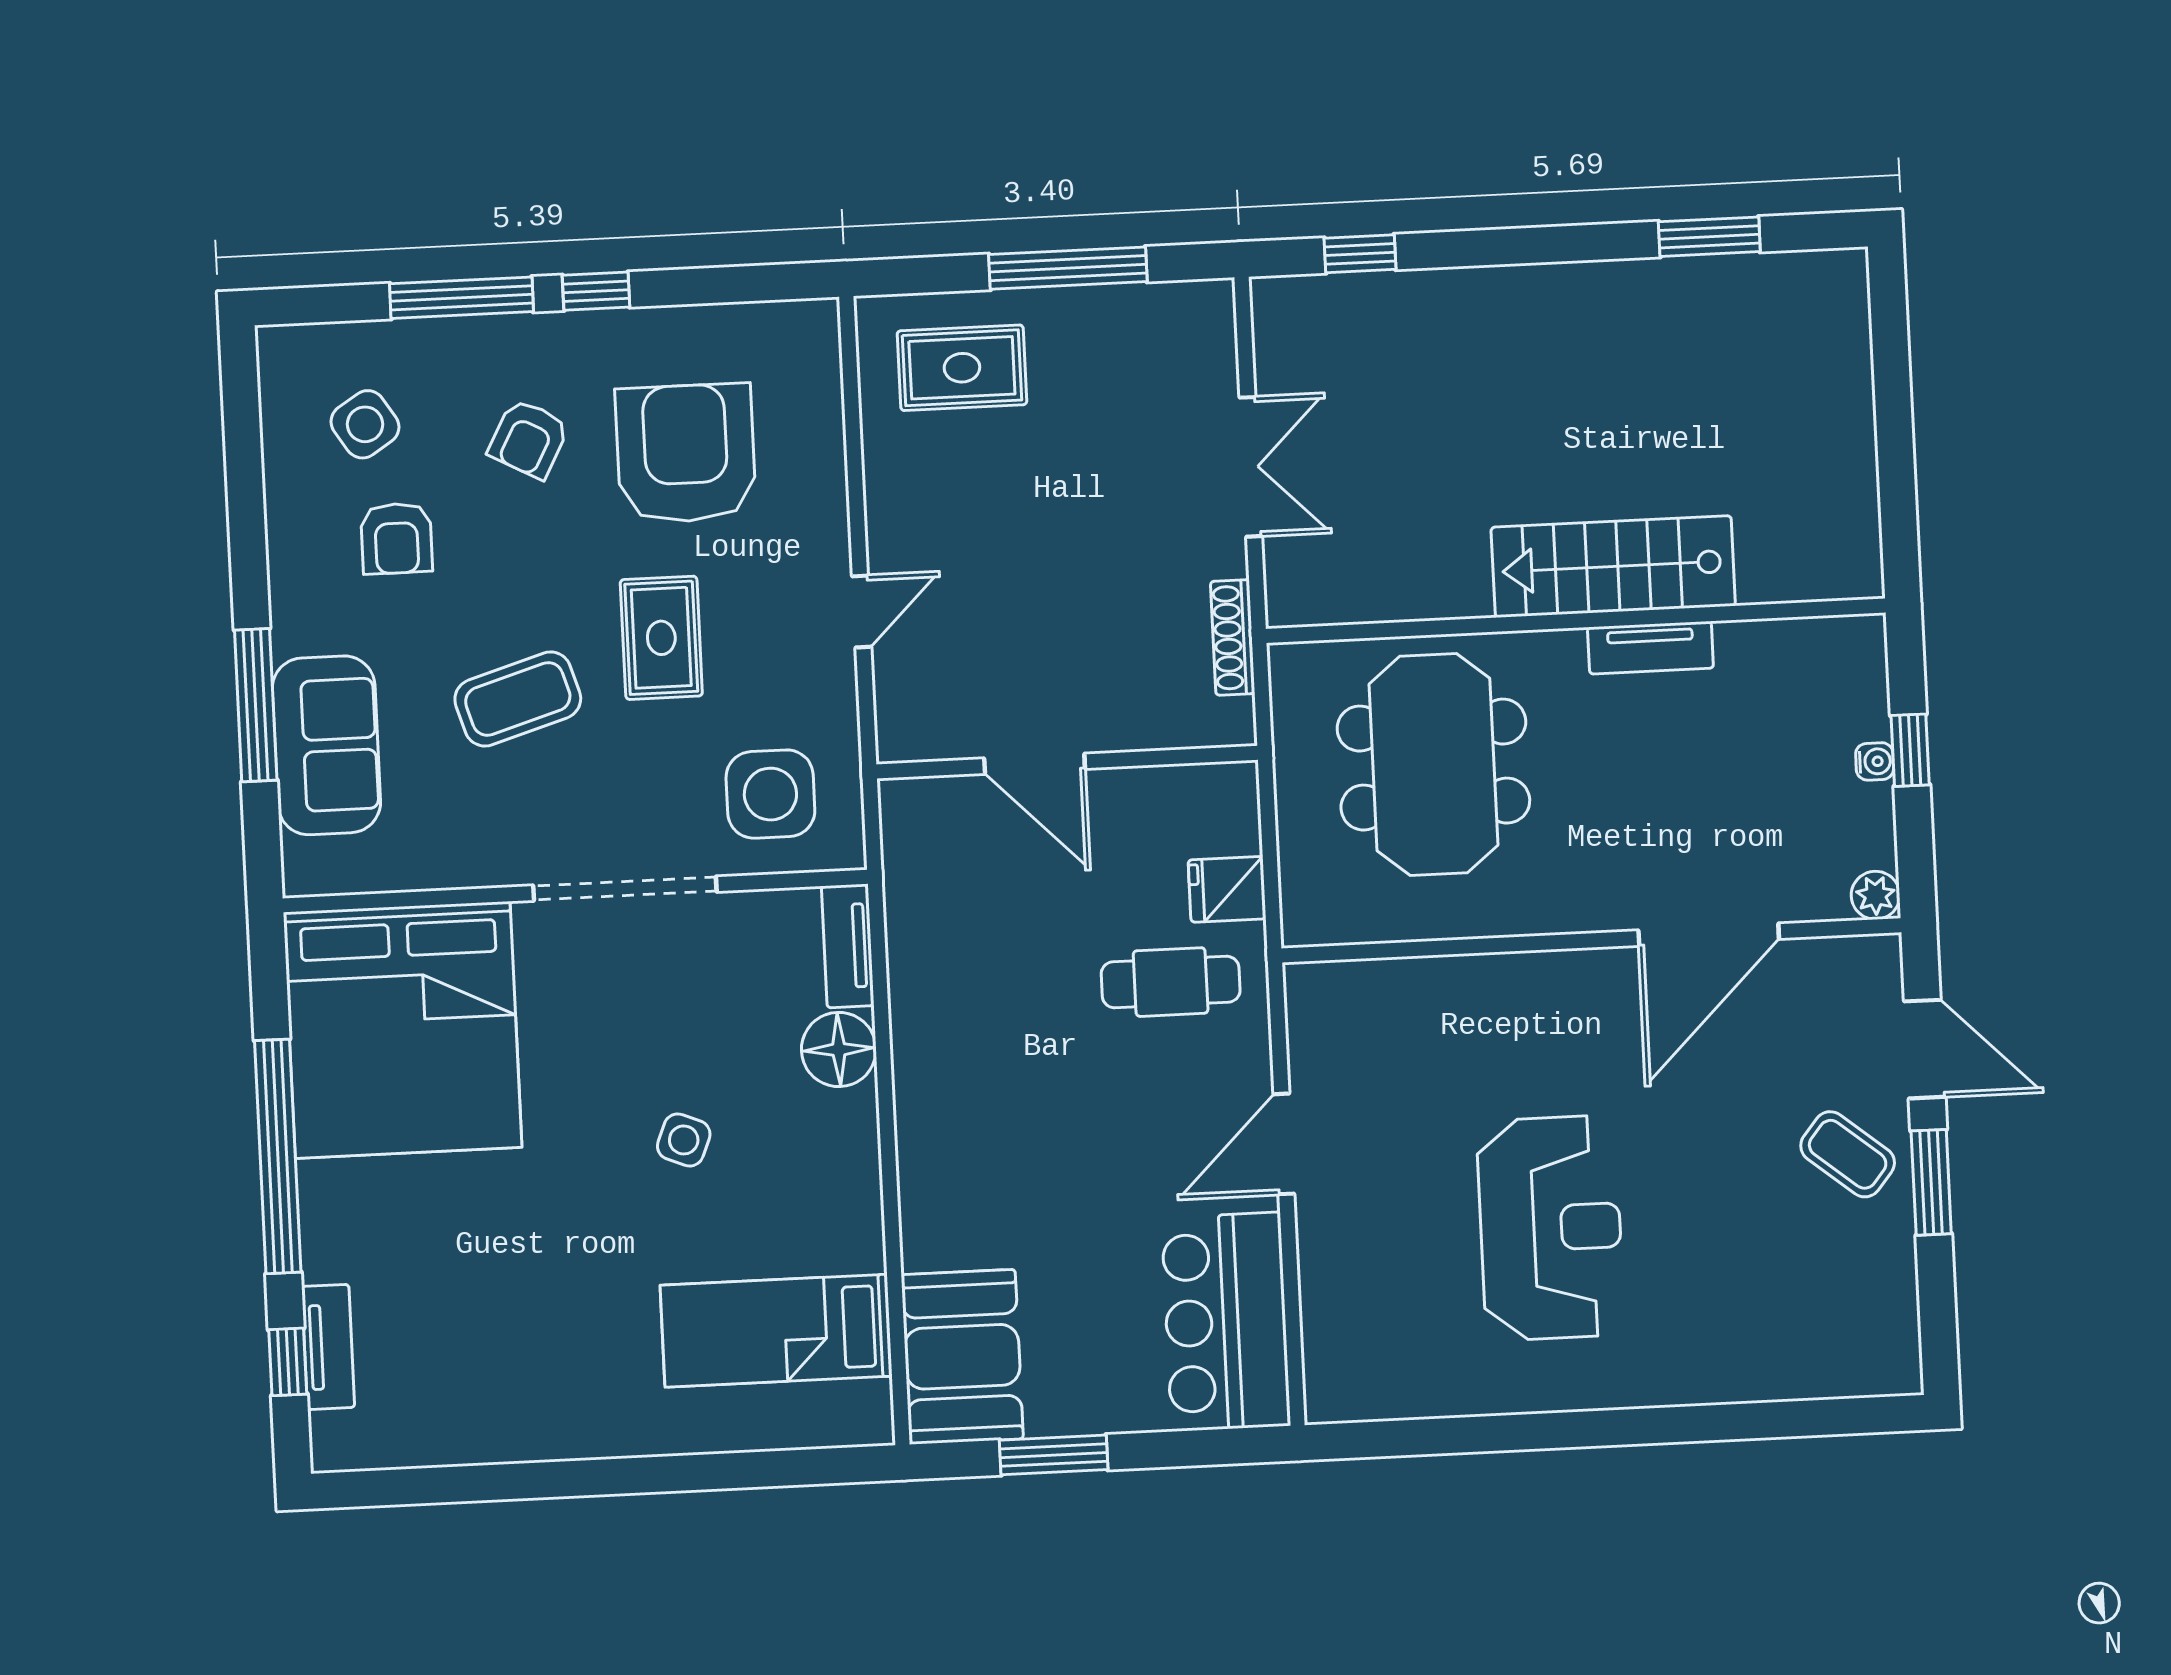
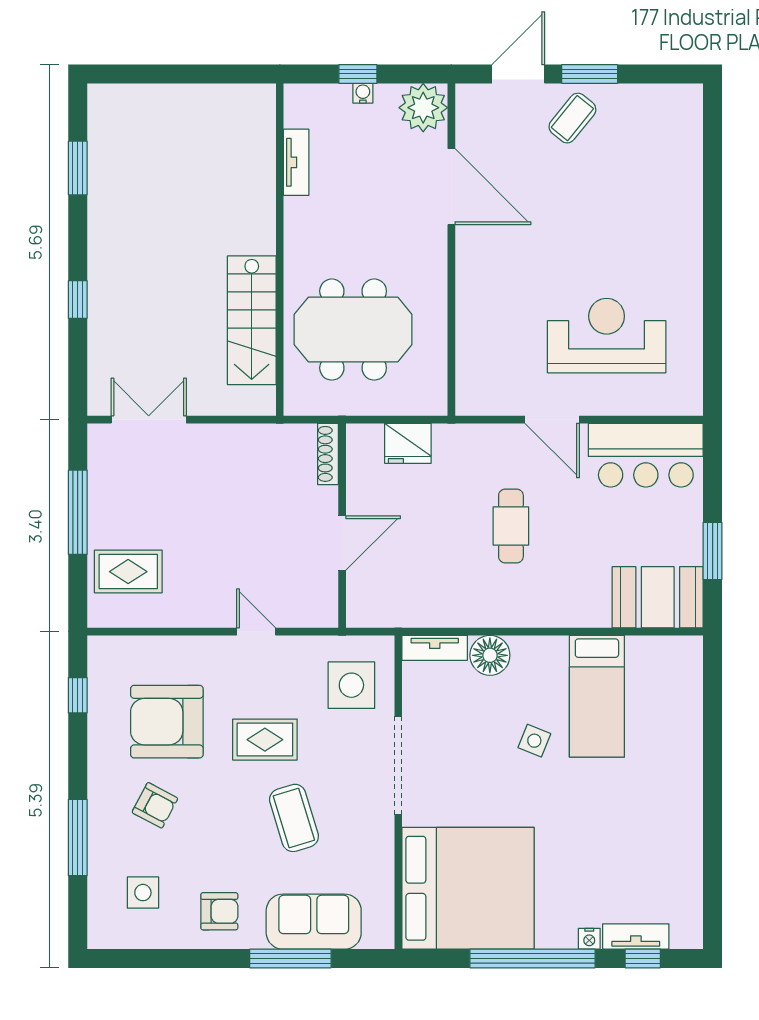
window: (1360, 254) -> (78, 300), moved
window: (596, 291) -> (78, 695), moved
rug: (962, 368) -> (128, 572), turned 90
side table: (365, 424) -> (143, 893), turned 33
double door: (1251, 467) -> (149, 420), moved
armchair: (396, 538) -> (219, 911), moved
stairs: (1613, 567) -> (252, 320), moved
shoe rack: (1233, 637) -> (328, 454), moved, turned 90
tv unit: (1650, 648) -> (296, 162), moved
fridge: (1227, 889) -> (408, 443), width x1.38
plant: (1876, 895) -> (423, 108), width x1.88, depth x1.88
cafe table: (1171, 982) -> (511, 526), moved
reception desk: (1550, 1228) -> (607, 336), moved
nightstand: (320, 1260) -> (589, 939), added
bed: (776, 1331) -> (597, 696), moved

